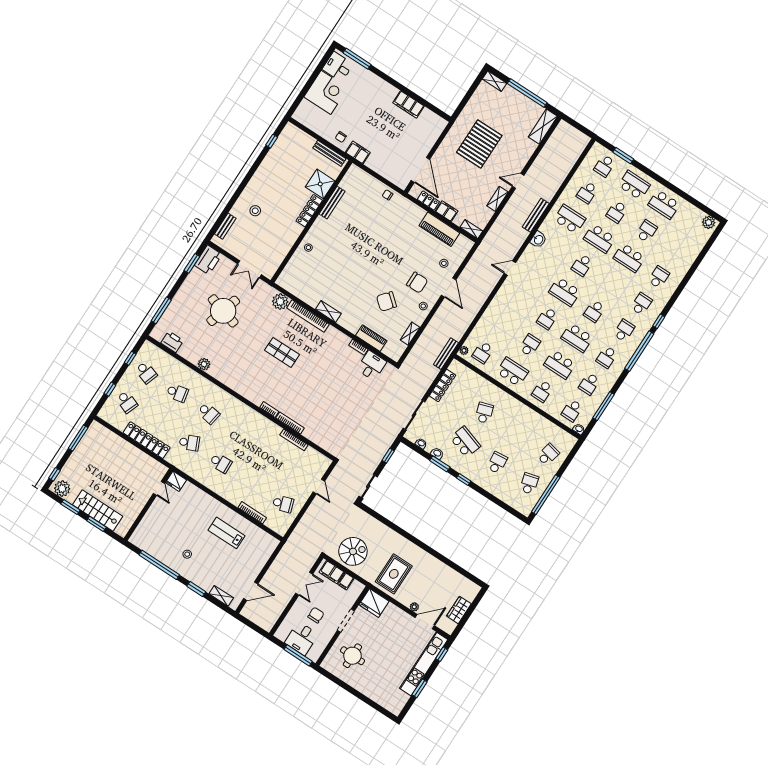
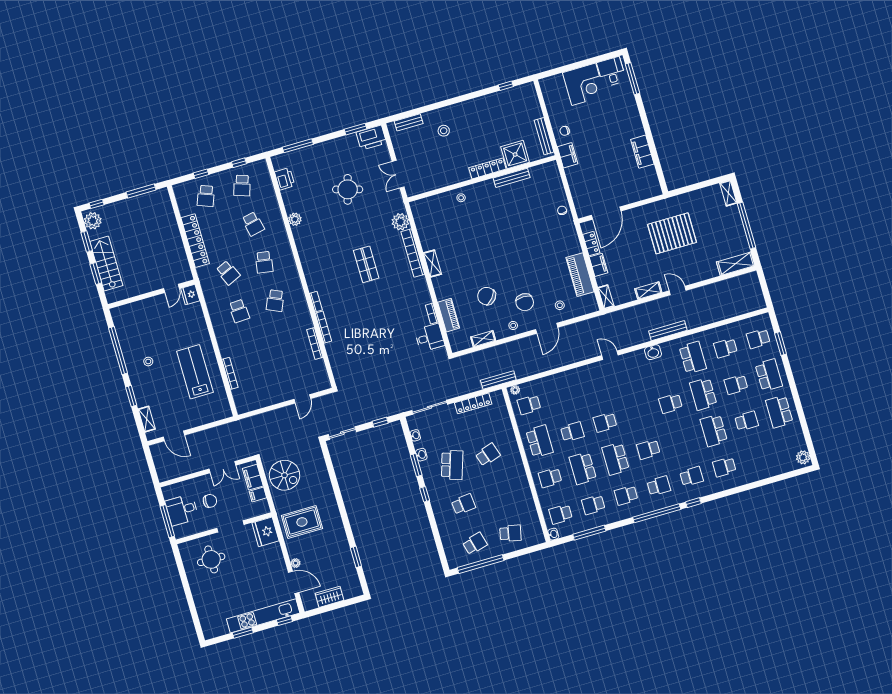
school desk: (659, 277) -> (724, 467), turned 180
school desk: (565, 292) -> (638, 413), removed
round table: (223, 311) -> (348, 189), width x0.73, depth x0.73
school desk: (283, 504) -> (275, 301), moved, turned 42
lab bench: (227, 533) -> (195, 372), width x1.36, depth x1.39
window: (453, 565) -> (356, 557), added

